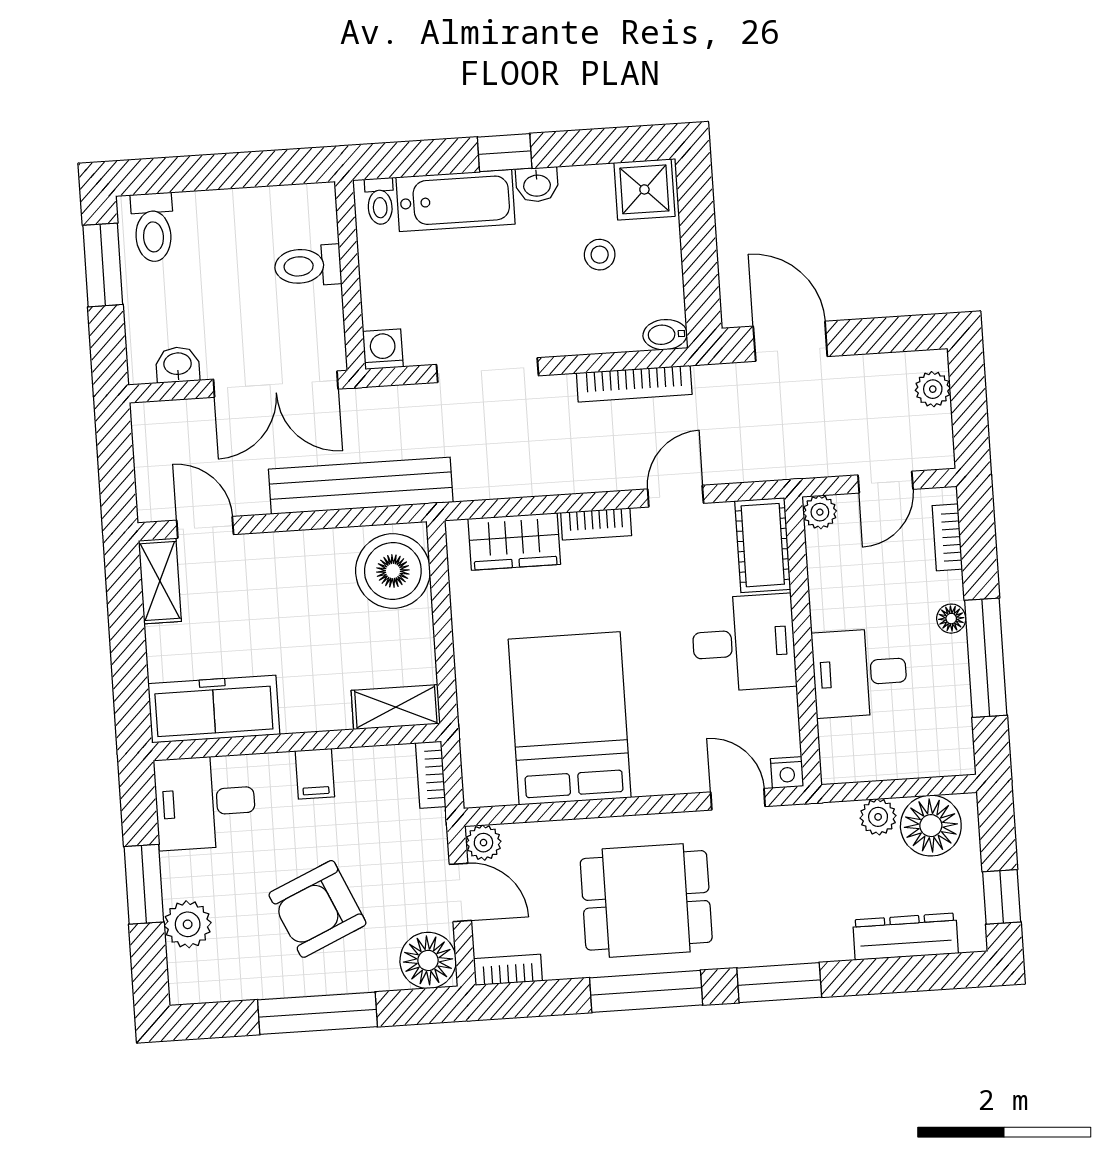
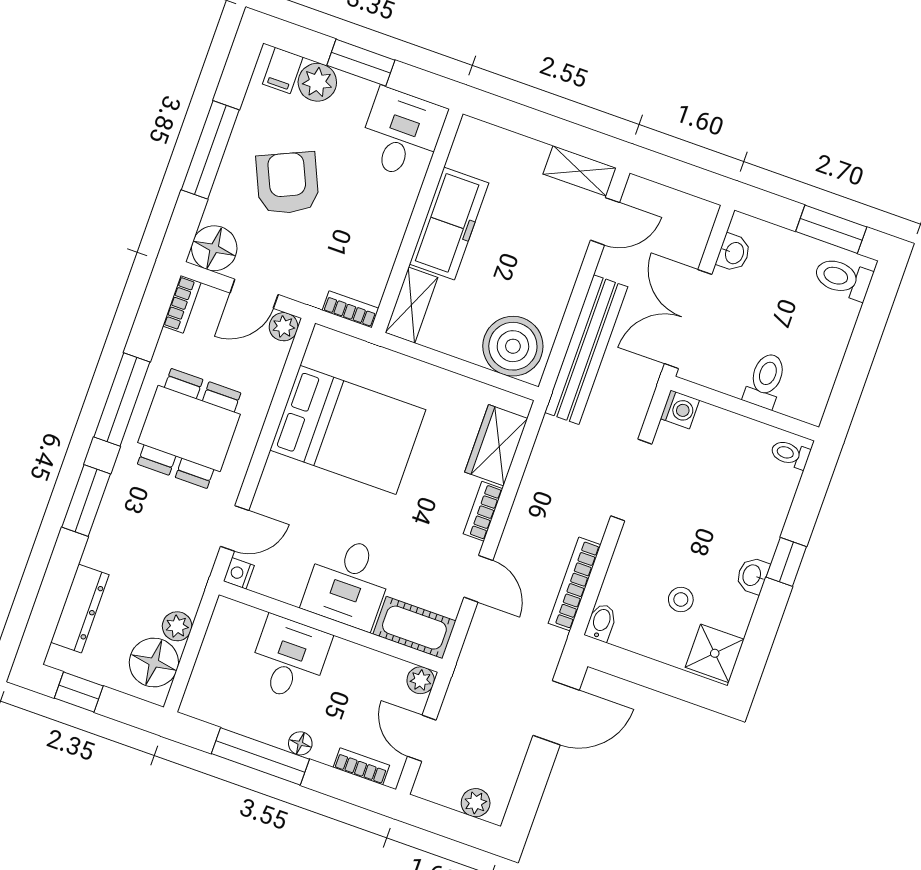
bathtub: (455, 201) -> (767, 510), removed
freezer: (214, 709) -> (449, 224), moved
filing cabinet: (315, 774) -> (283, 70), moved, turned -90

